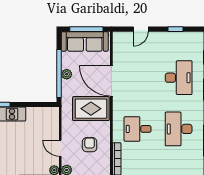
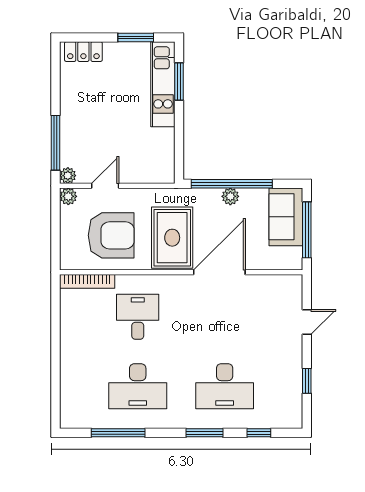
door: (141, 29) -> (307, 322), swing flipped
sofa: (85, 41) -> (286, 217), width x0.73
desk: (179, 129) -> (138, 386), turned 180
armchair: (90, 145) -> (111, 235), width x1.88, depth x1.88

